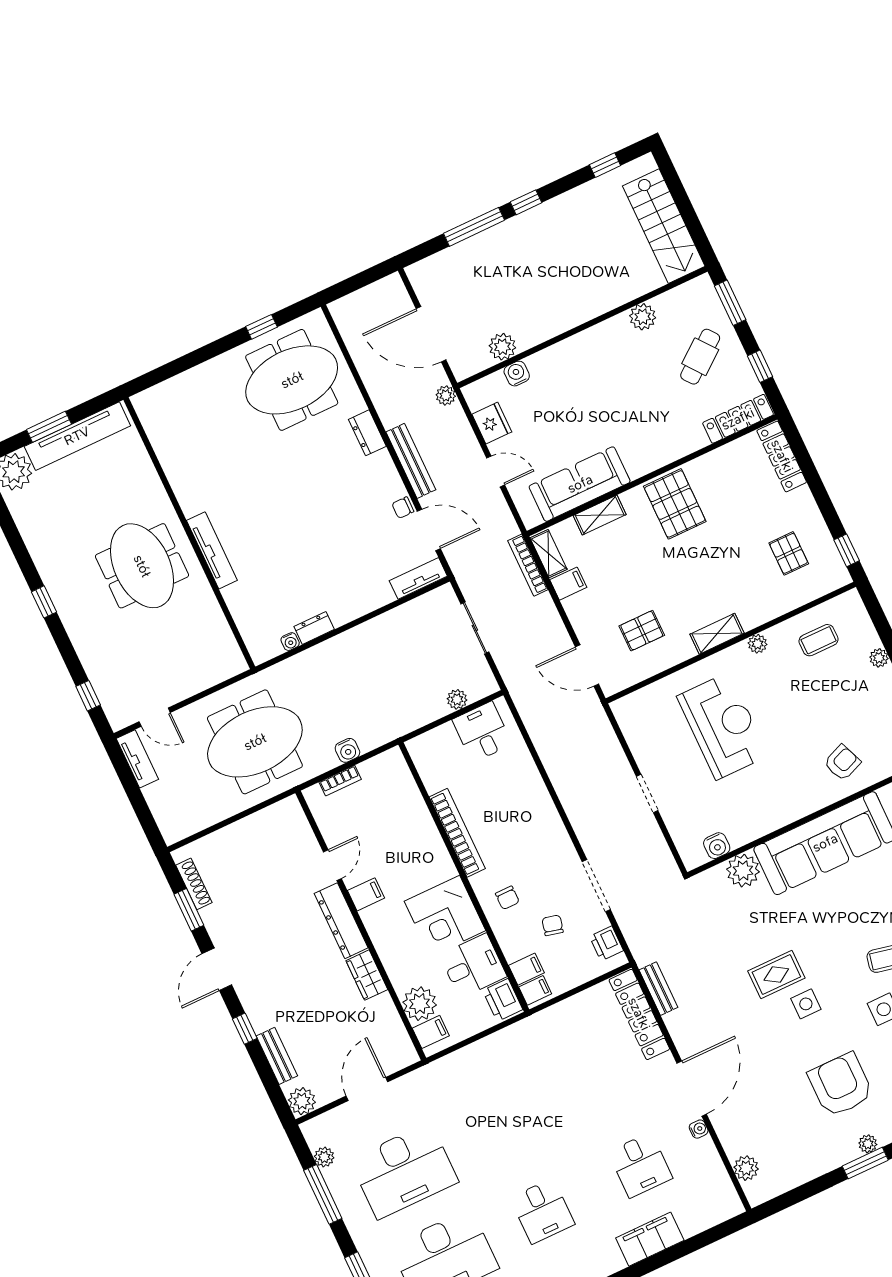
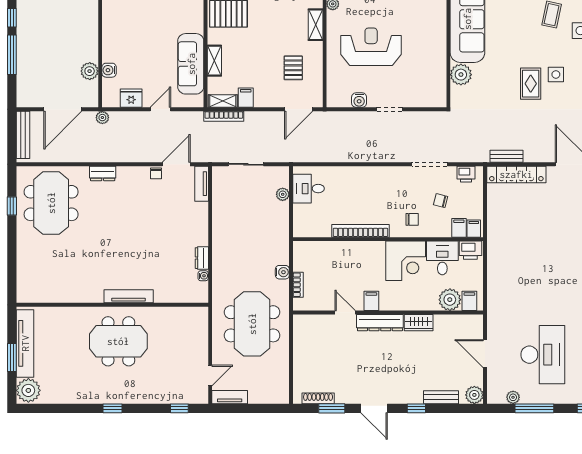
bench: (411, 461) -> (23, 135), moved, turned 90
water cooler: (717, 846) -> (359, 100), moved, turned 90

